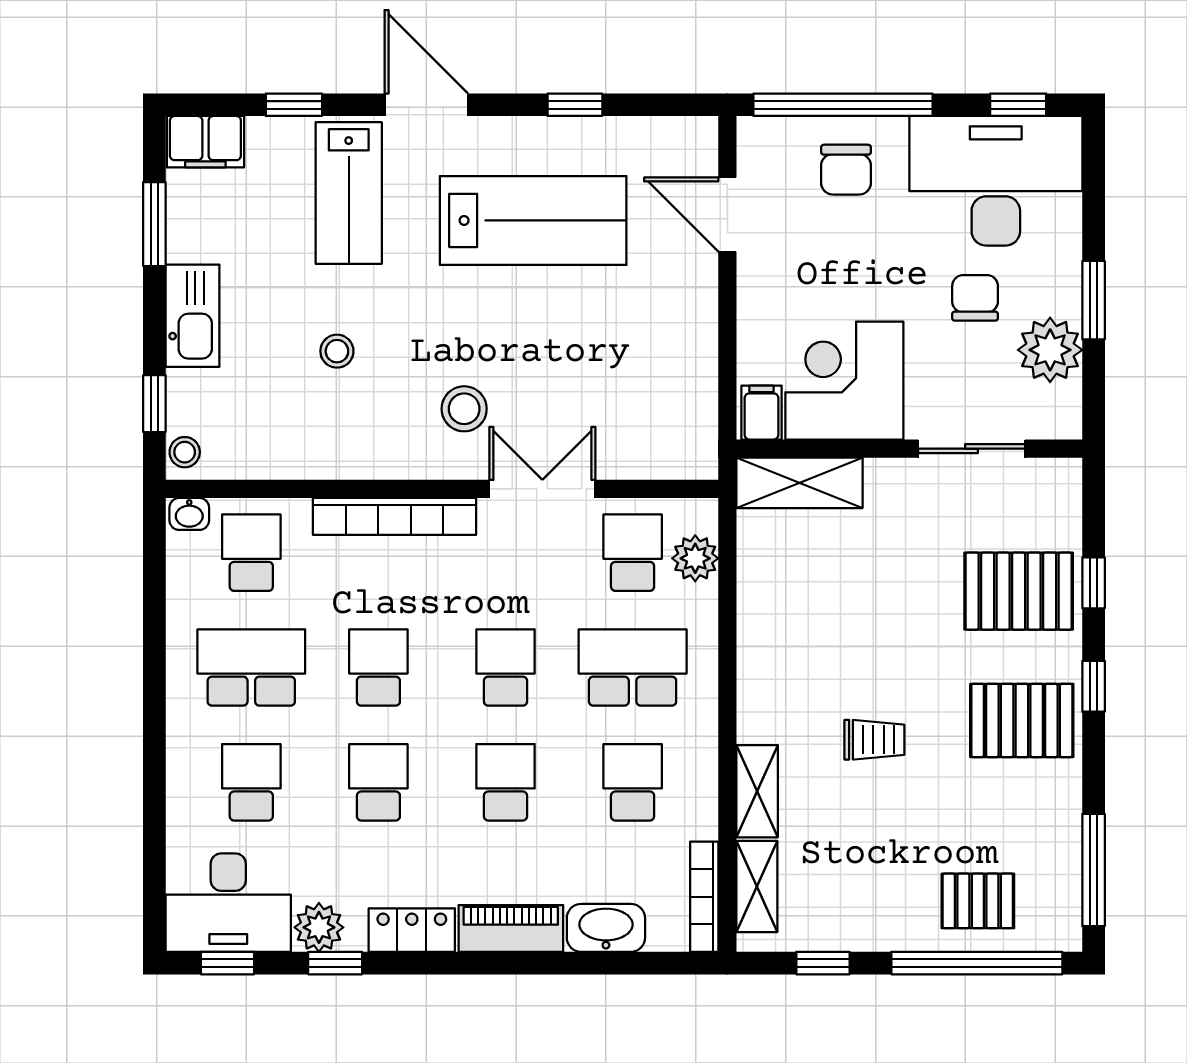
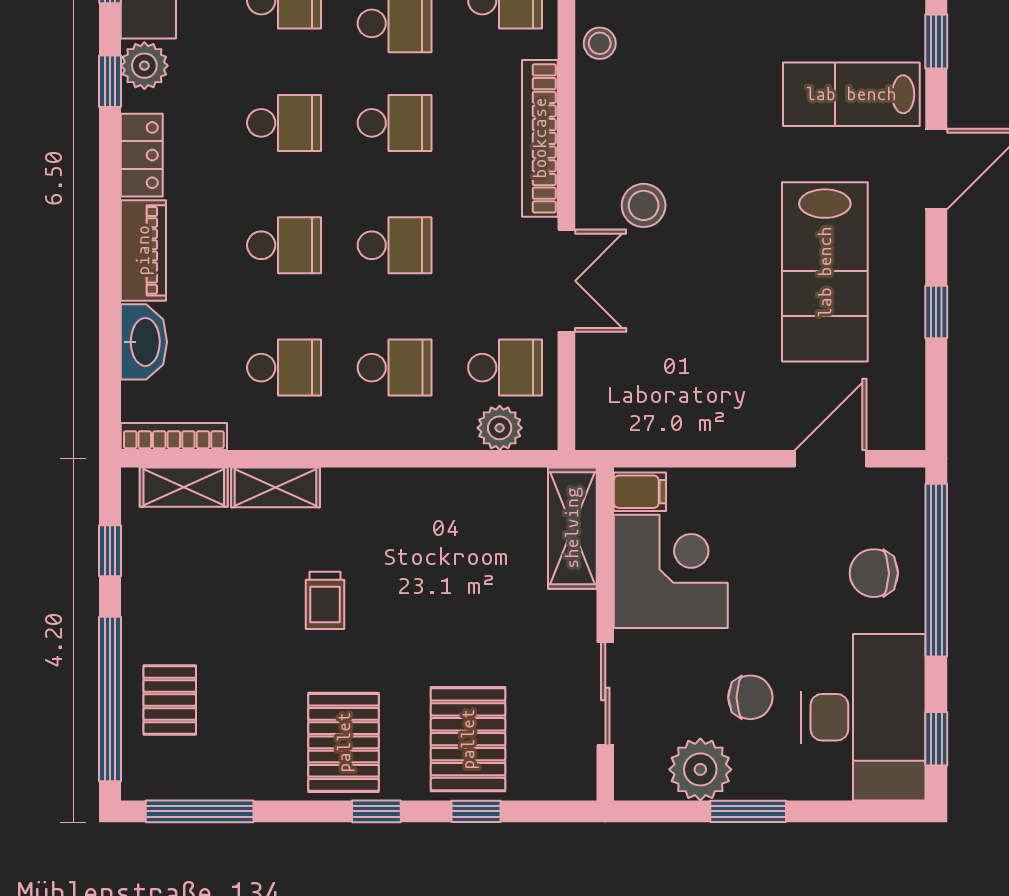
stool: (337, 351) -> (600, 43), moved
school desk: (633, 667) -> (395, 368), width x0.54

